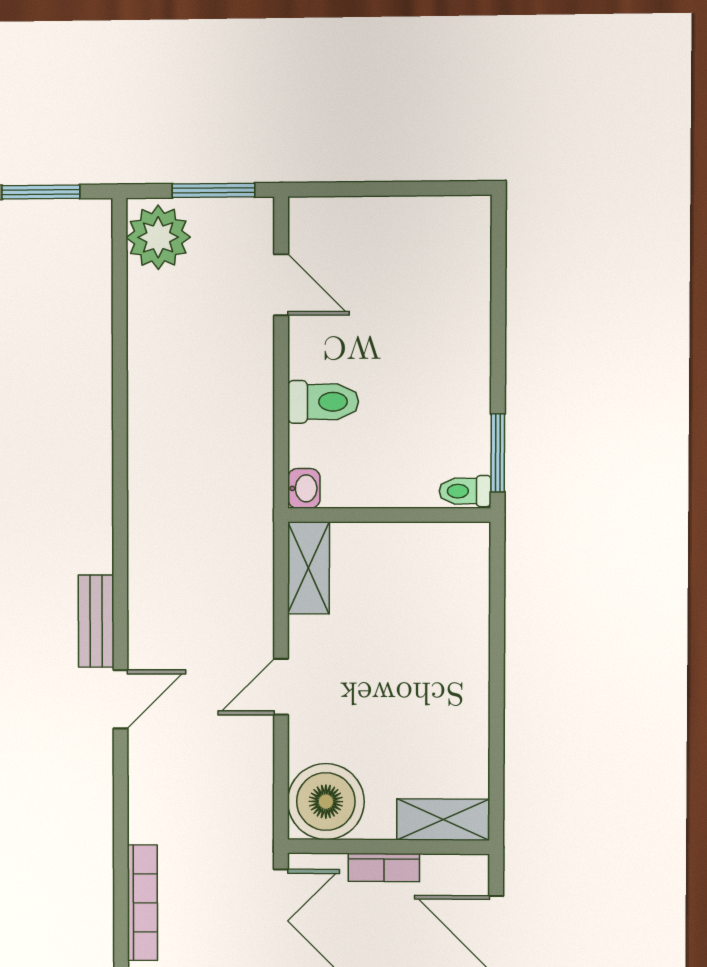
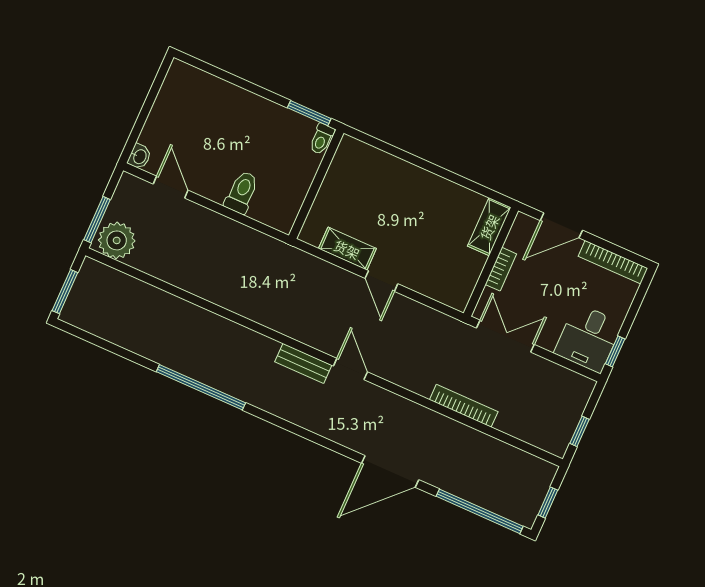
window: (213, 190) -> (97, 220), moved
door: (281, 285) -> (171, 187), hinge flipped
washbasin: (304, 488) -> (139, 156), moved, turned 90
shelving: (308, 568) -> (347, 249), moved
boiler: (326, 802) -> (453, 284), removed

